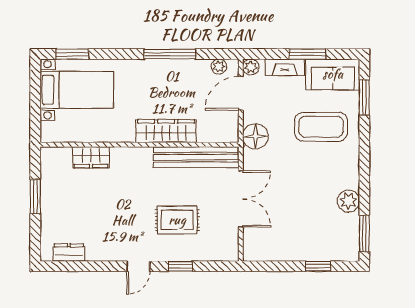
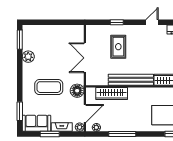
coffee table: (321, 127) -> (49, 87), moved
wardrobe: (166, 131) -> (112, 93), moved
bench: (196, 157) -> (131, 80), moved
rug: (177, 220) -> (118, 47), turned 90
door: (138, 266) -> (152, 22), moved
window: (318, 266) -> (44, 22), removed

